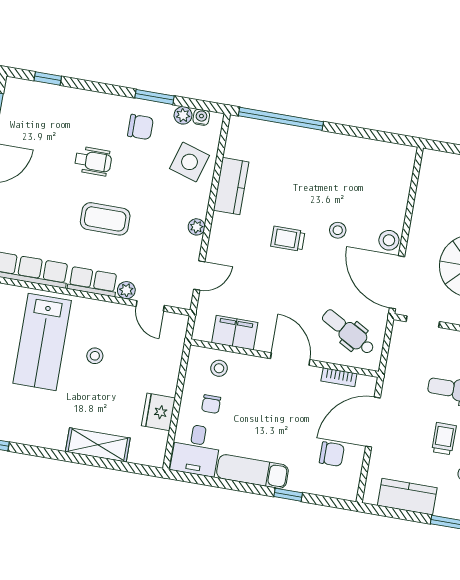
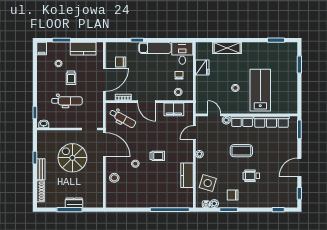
stool: (389, 240) -> (114, 178), moved

